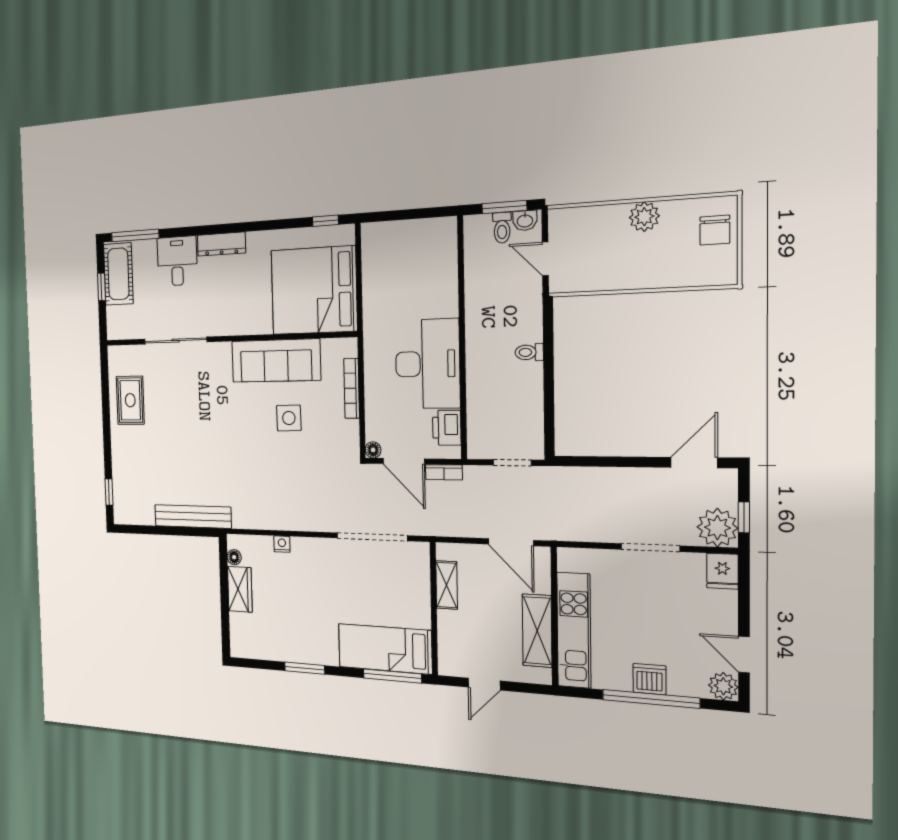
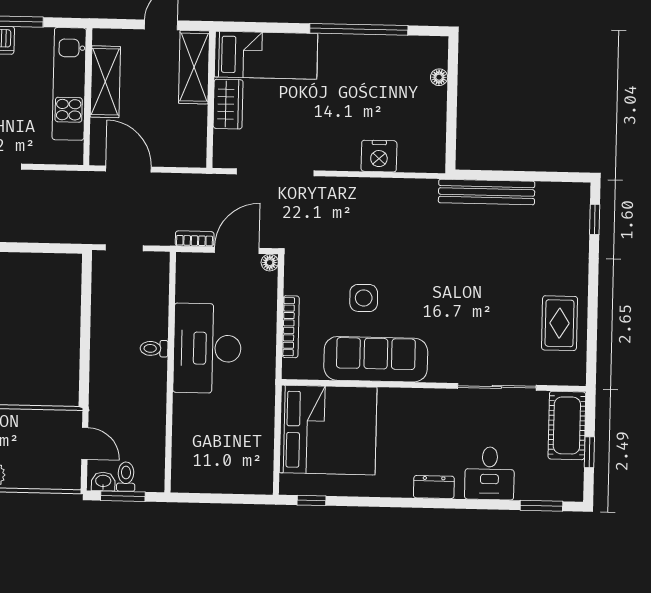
window: (135, 235) -> (541, 506), width x0.69
dresser: (221, 244) -> (434, 487), width x0.70
cot: (118, 274) -> (567, 425), moved
toilet: (529, 352) -> (154, 348), moved, turned 180
printer: (447, 428) -> (190, 284), removed
door: (404, 461) -> (237, 250), hinge flipped
nightstand: (282, 544) -> (379, 156), width x1.89, depth x1.79
floor lamp: (234, 557) -> (439, 77), moved
shelving: (447, 585) -> (194, 67), moved, width x1.50, depth x1.33
wardrobe: (240, 589) -> (228, 104), moved, turned 180
window: (305, 668) -> (359, 29), width x2.11
window: (392, 676) -> (259, 27), removed

